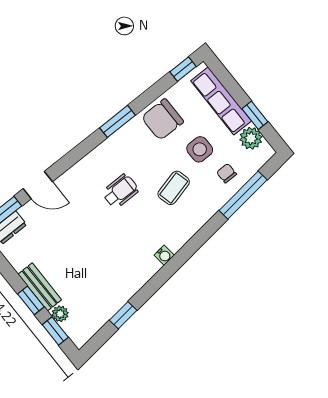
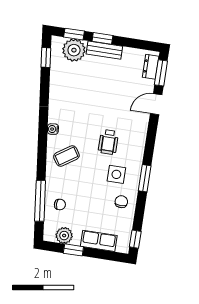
row of seats: (221, 101) -> (99, 241), width x0.68
chair: (162, 119) -> (121, 202), width x0.54, depth x0.54
side table: (200, 149) -> (116, 174), moved
coffee table: (174, 188) -> (66, 156), moved, turned 70
plant: (60, 314) -> (74, 50), width x1.88, depth x1.88
window: (123, 315) -> (46, 58), moved

